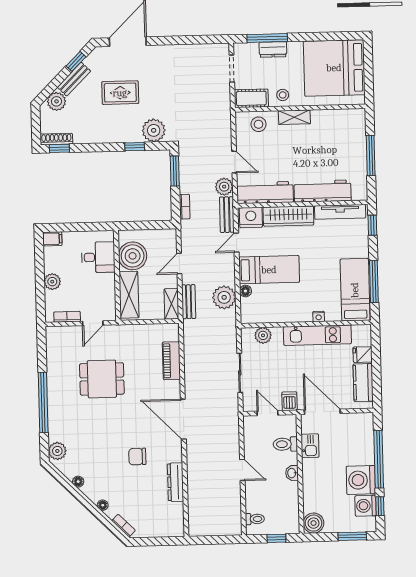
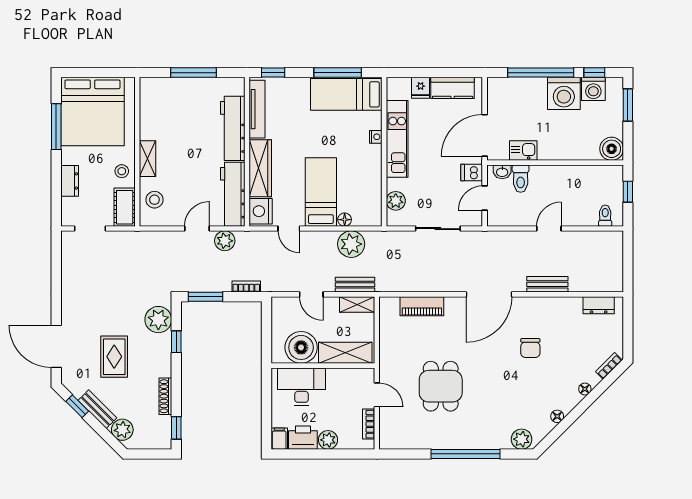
window: (267, 38) -> (56, 127), moved
shoe rack: (56, 139) -> (165, 396), moved
bench: (227, 215) -> (547, 284), moved
desk: (98, 257) -> (302, 387), width x1.37
printer: (54, 260) -> (303, 438), added
washbasin: (292, 473) -> (502, 172), moved
dresser: (175, 482) -> (599, 305), moved, width x0.70

